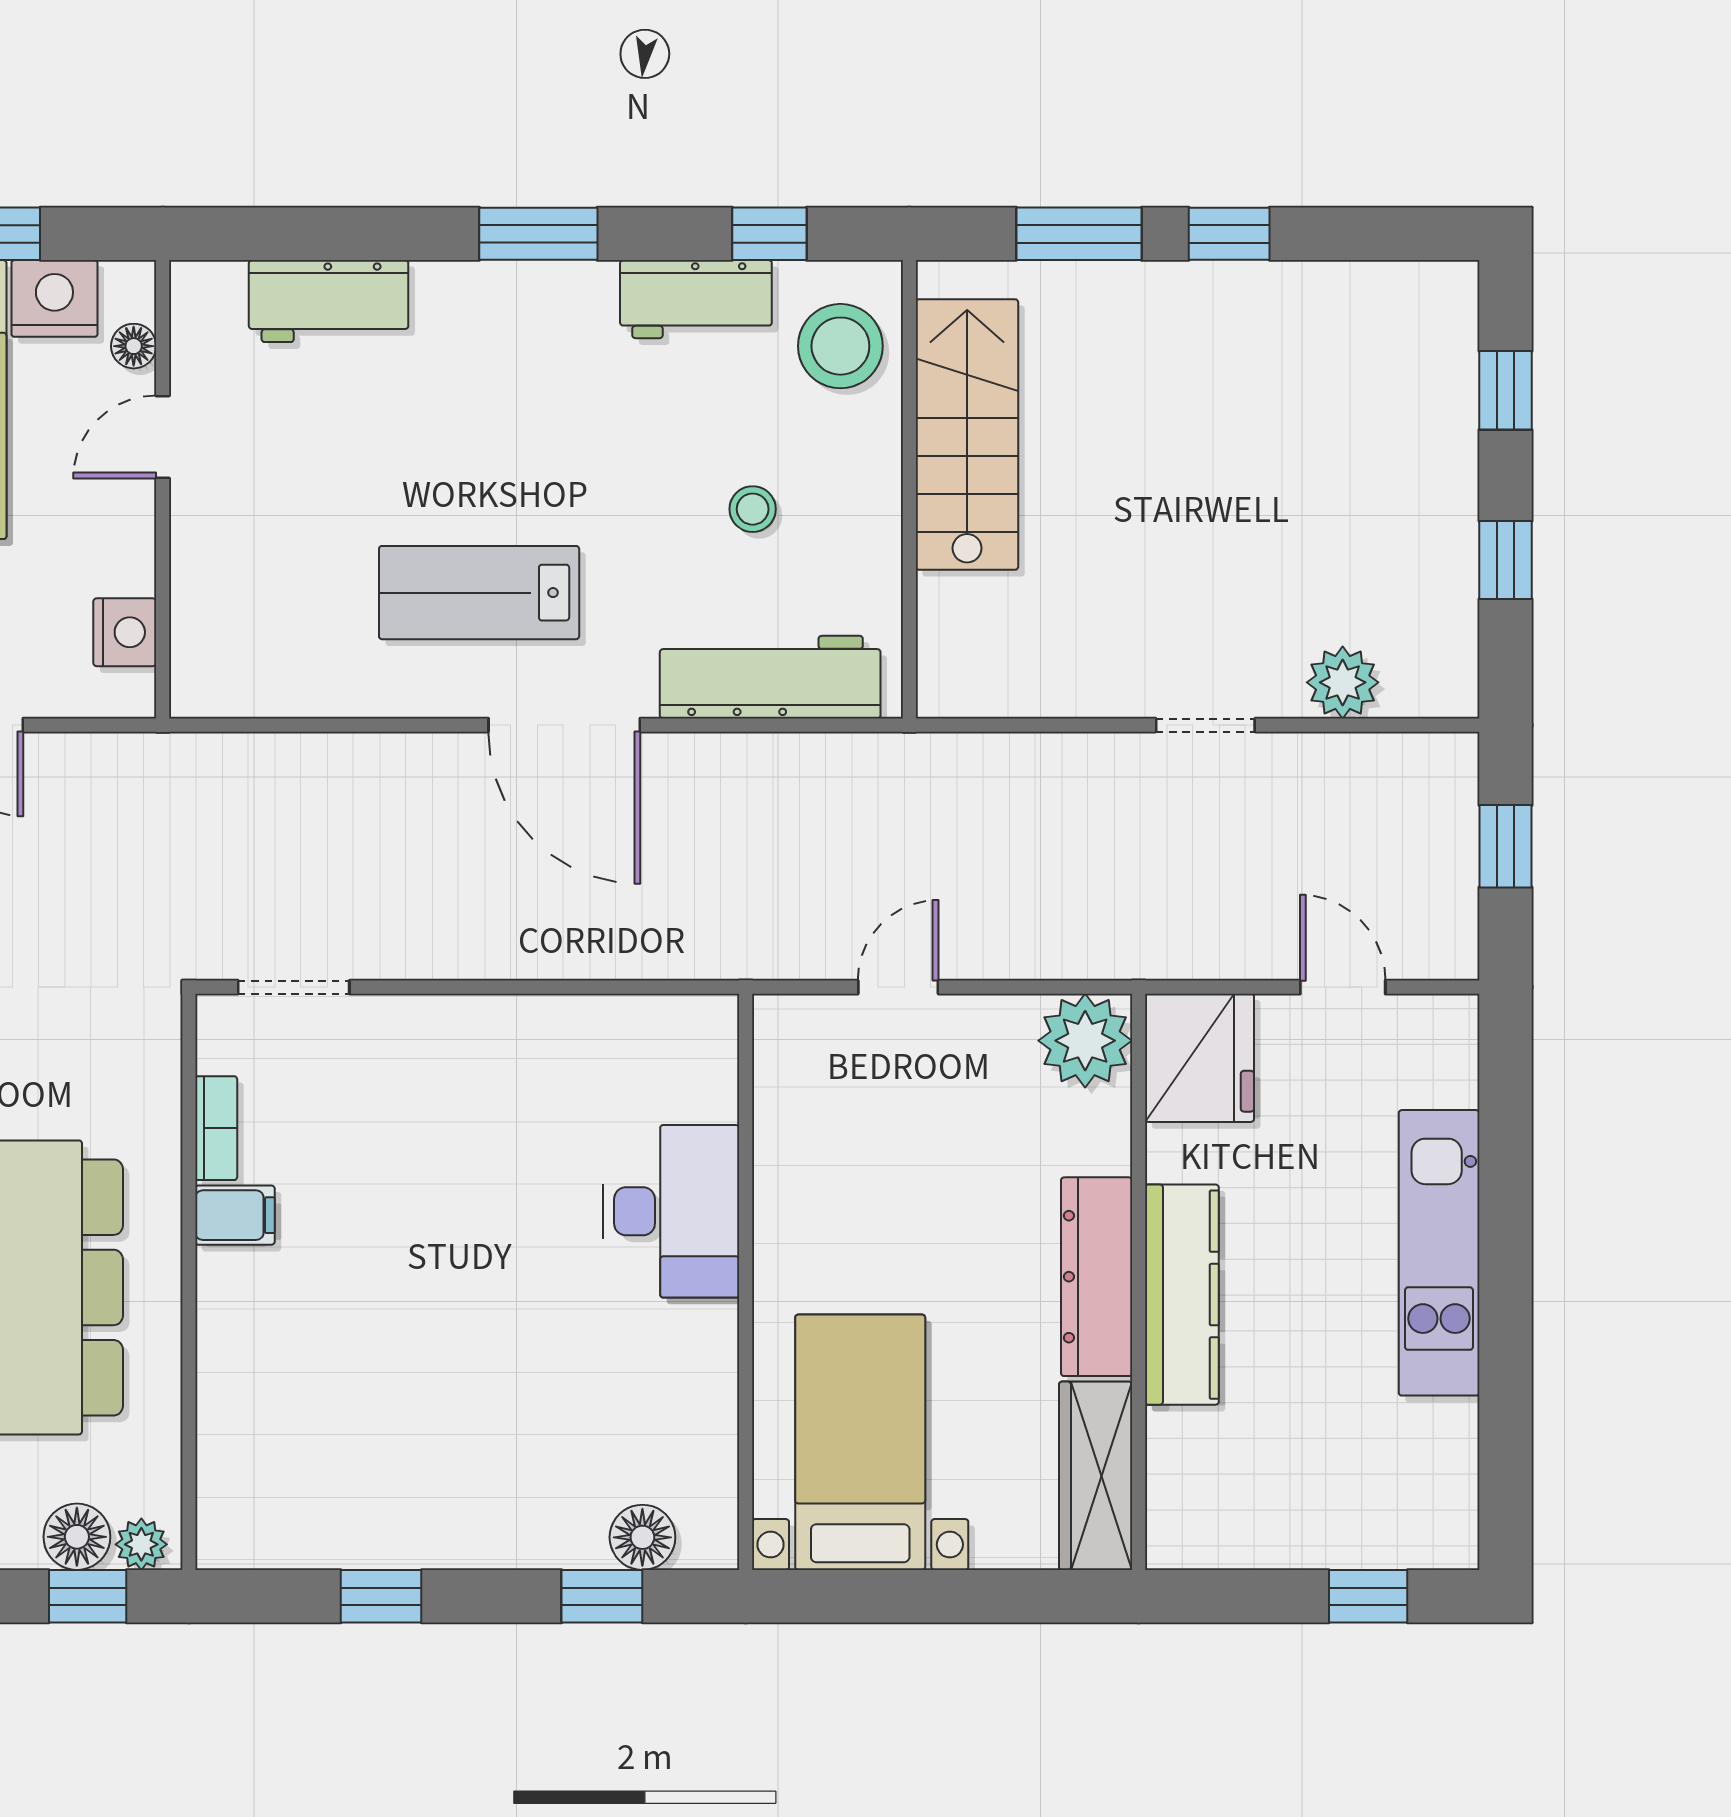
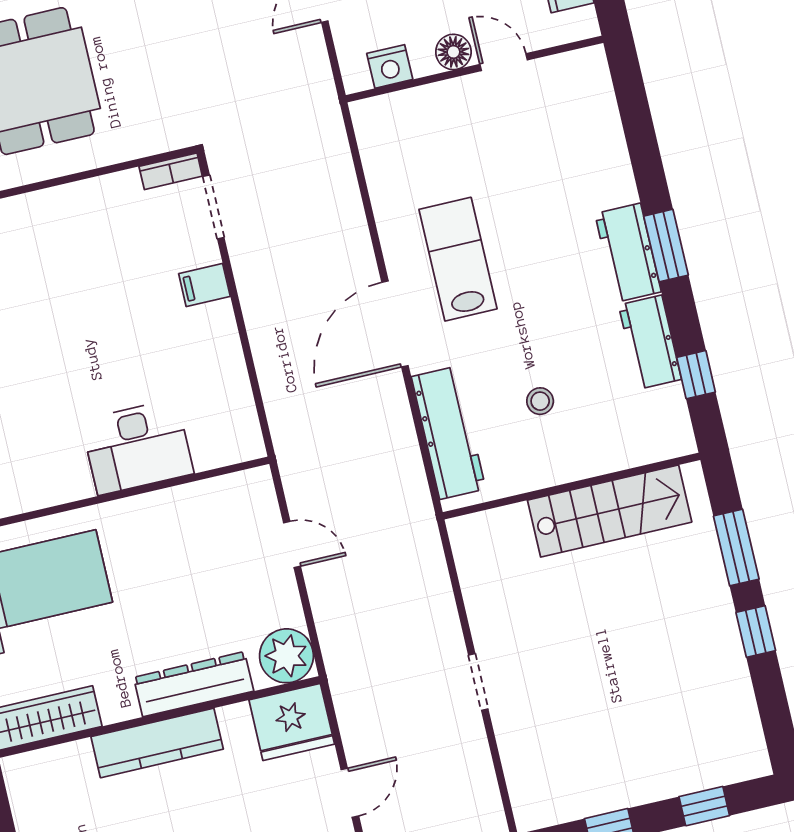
workbench: (329, 301) -> (628, 253), moved
floor lamp: (134, 346) -> (453, 52), moved, width x1.37, depth x1.37
stool: (840, 346) -> (643, 429), removed
plant: (1343, 682) -> (520, 753), removed
bookcase: (216, 1128) -> (171, 171), moved
filing cabinet: (235, 1215) -> (204, 285), moved, turned 90
dresser: (1097, 1277) -> (194, 684), moved

